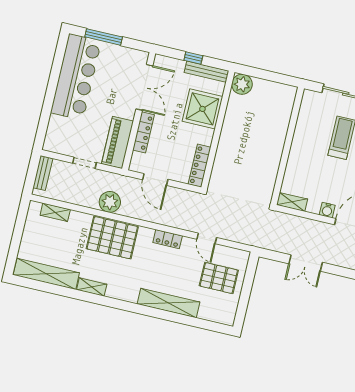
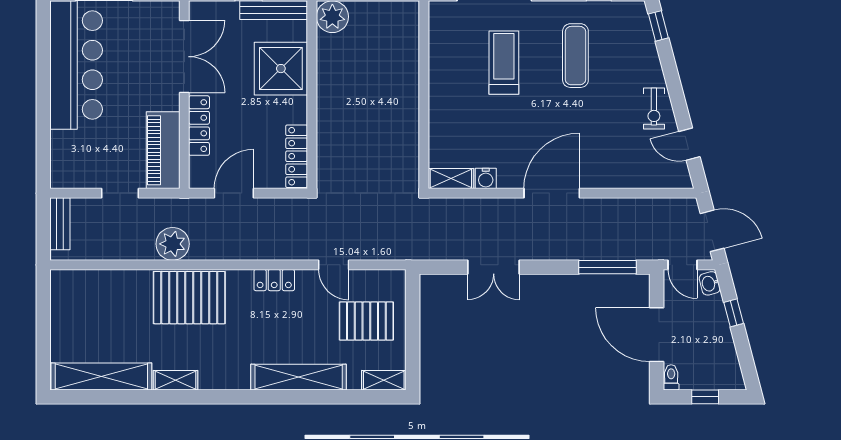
door: (155, 179) -> (234, 193), swing flipped
water cooler: (327, 210) -> (486, 178), moved
shelving: (55, 212) -> (384, 380), moved

